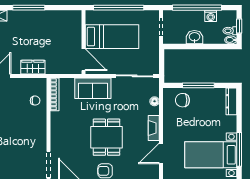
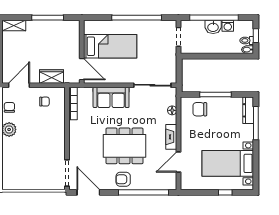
bed: (112, 37) -> (110, 46), moved
washbasin: (194, 37) -> (213, 27), moved, turned 180
wall: (83, 42) -> (82, 52), moved
door: (83, 60) -> (82, 69), moved
chair: (35, 101) -> (44, 102), moved
dining table: (106, 137) -> (125, 146), width x1.37
window: (239, 149) -> (256, 123), moved

